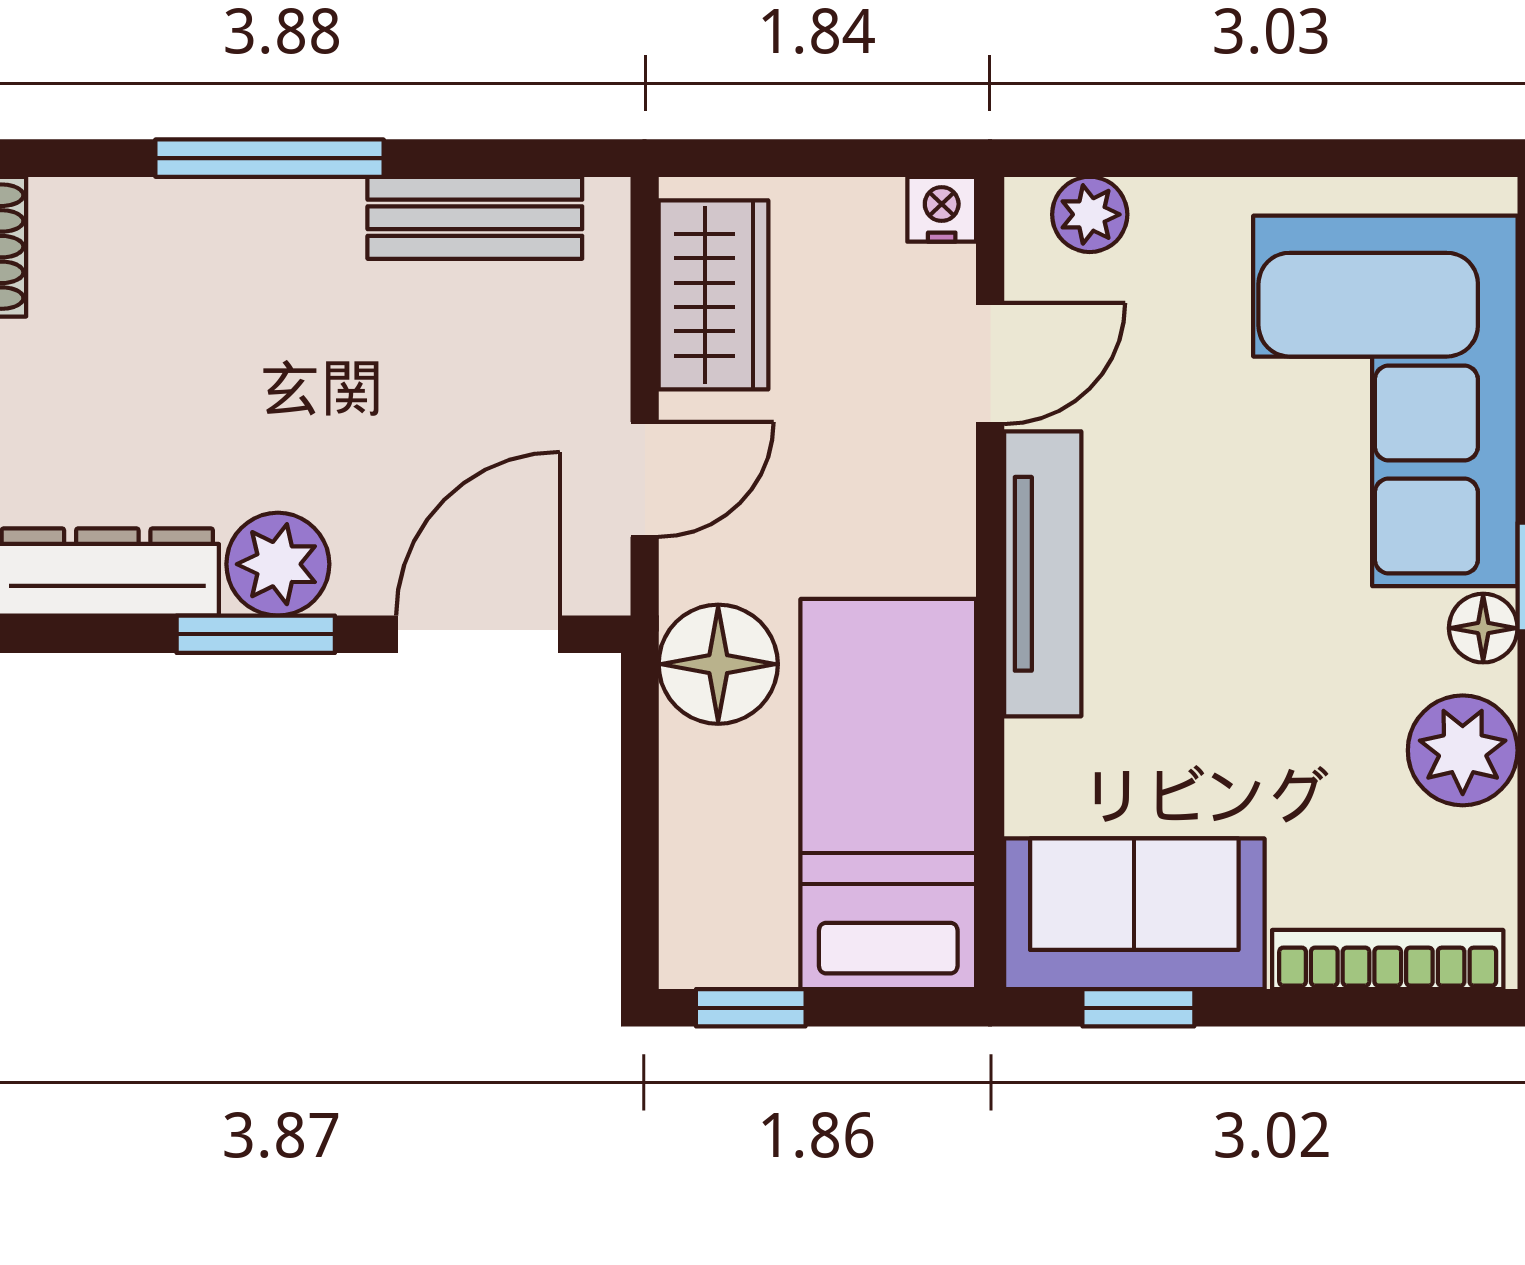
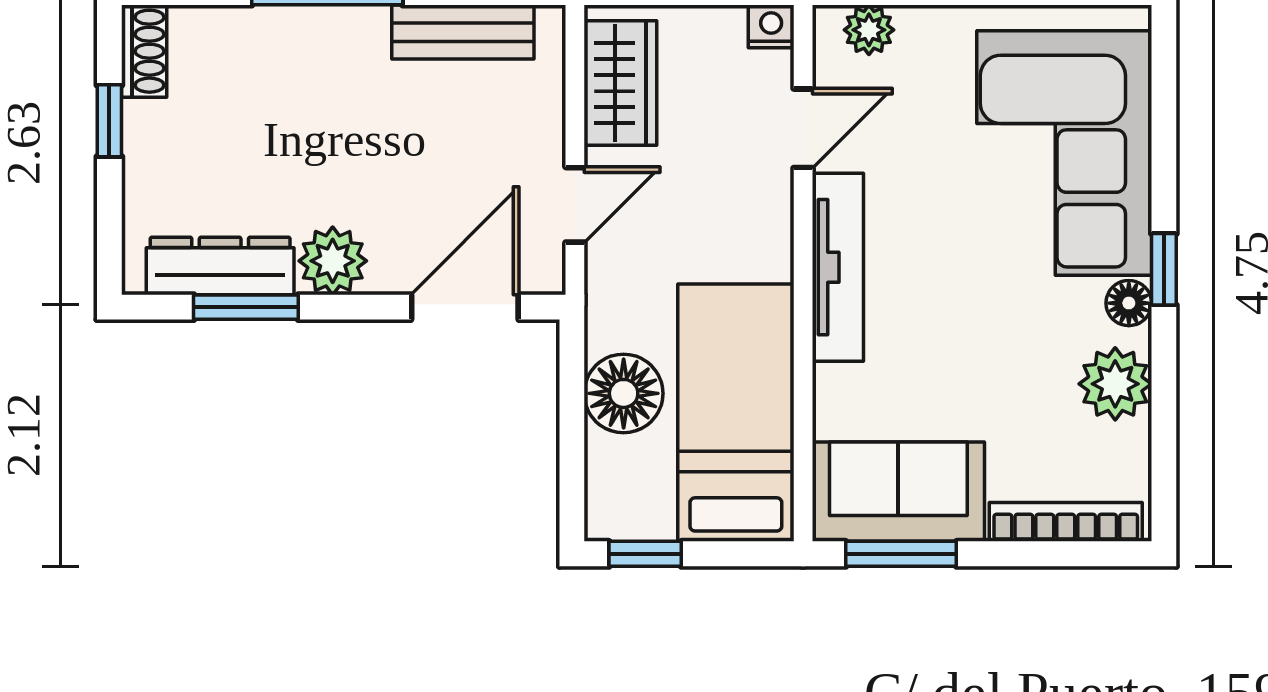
window: (256, 634) -> (246, 307), moved
floor lamp: (718, 664) -> (624, 393), moved
window: (1138, 1008) -> (901, 554), width x1.50

